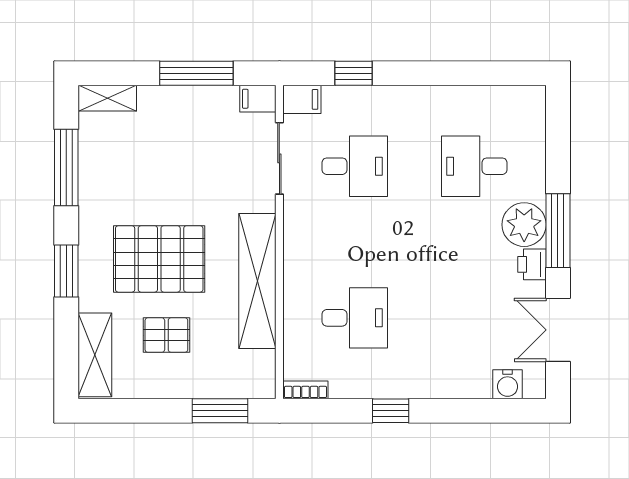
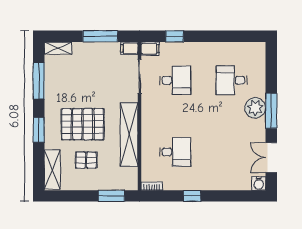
printer: (532, 264) -> (259, 127), removed
water cooler: (508, 384) -> (259, 183), moved

